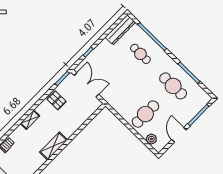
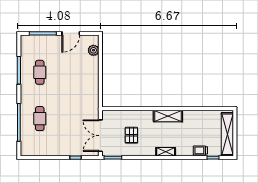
dresser: (120, 30) -> (37, 150), removed
cafe table: (173, 86) -> (40, 72), width x0.73, depth x0.74
pallet: (57, 100) -> (131, 135), moved
cafe table: (145, 114) -> (80, 72), removed

